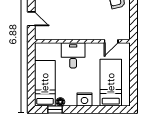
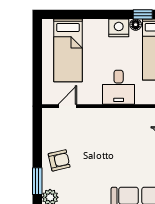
nightstand: (84, 99) -> (119, 28), moved

